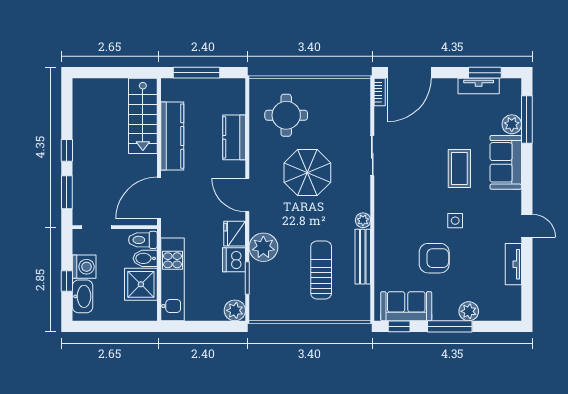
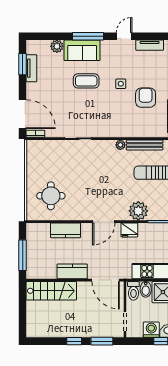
window: (527, 120) -> (88, 36), moved
kitchen counter: (172, 136) -> (72, 271), width x0.67
parasol: (307, 173) -> (89, 182), removed
dishwasher: (234, 260) -> (147, 230), removed

